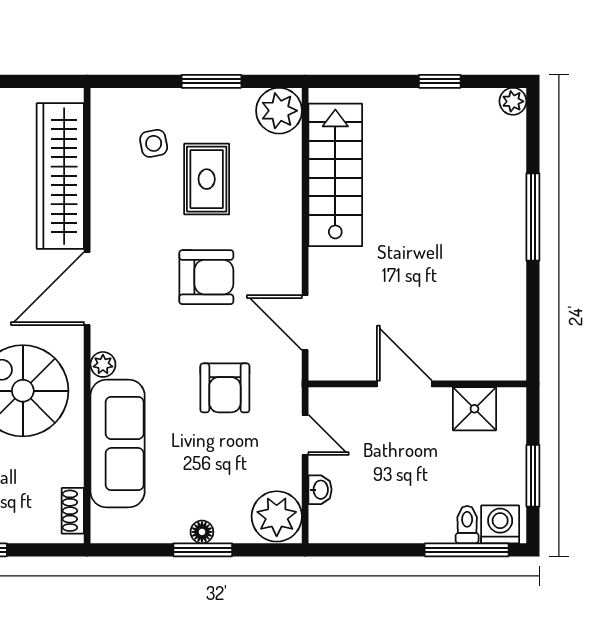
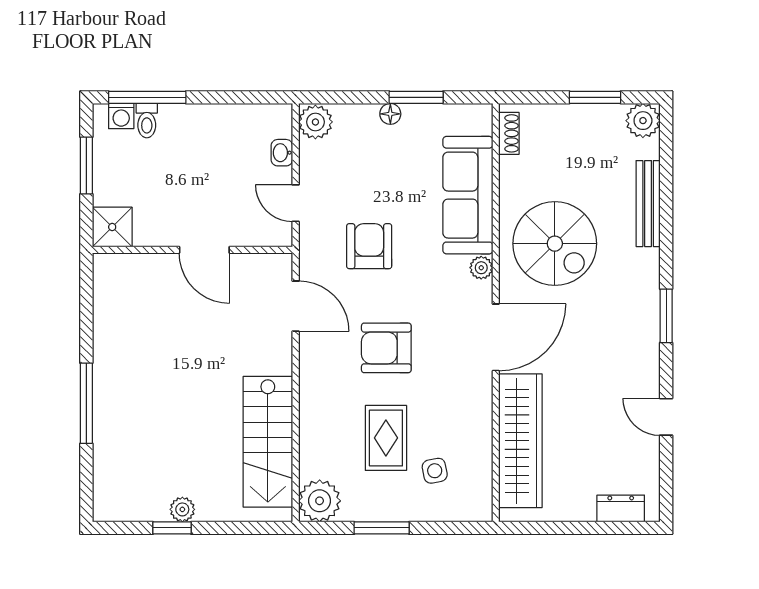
plant: (513, 101) -> (182, 509), moved
shower: (474, 409) -> (112, 227), moved
plant: (277, 516) -> (315, 122), width x0.73, depth x0.73
washing machine: (500, 524) -> (121, 116), width x0.73, depth x0.73
window: (203, 550) -> (416, 97), moved

